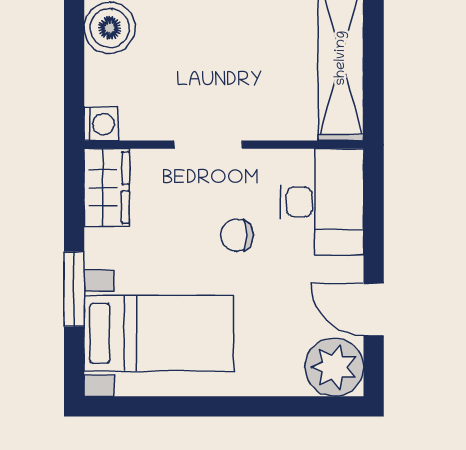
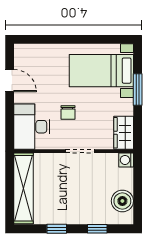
chair: (237, 235) -> (68, 112), turned 90
plant: (334, 367) -> (26, 56), removed

